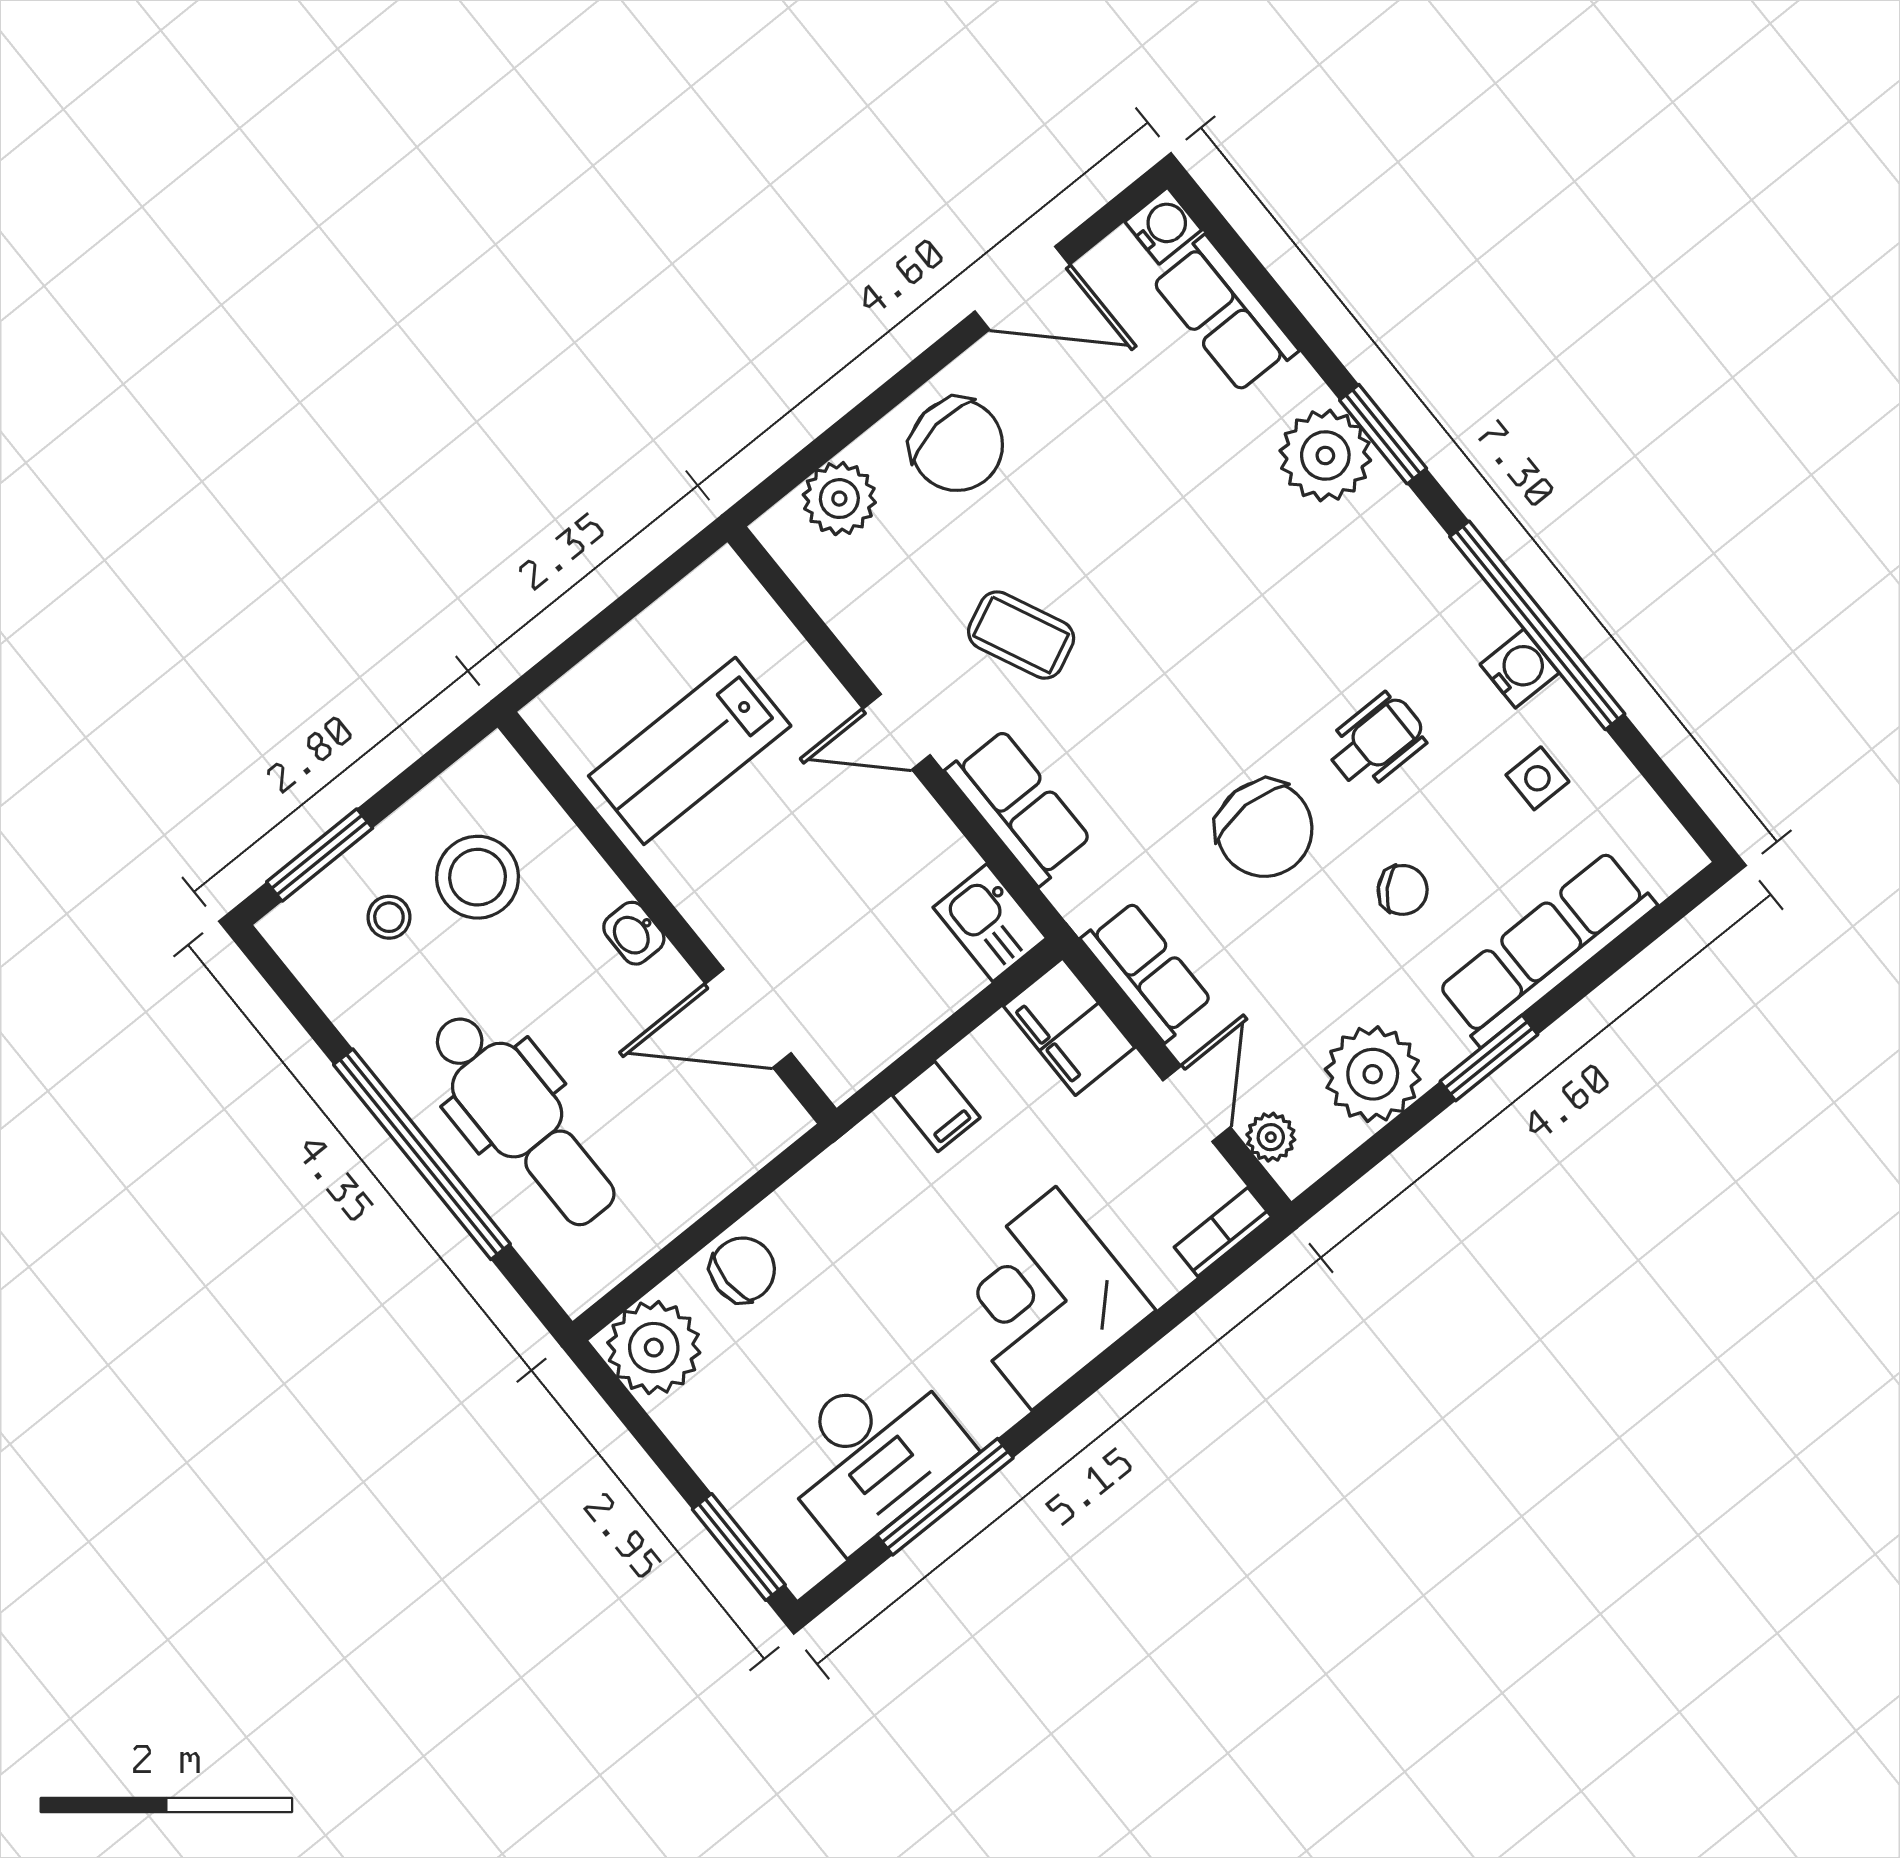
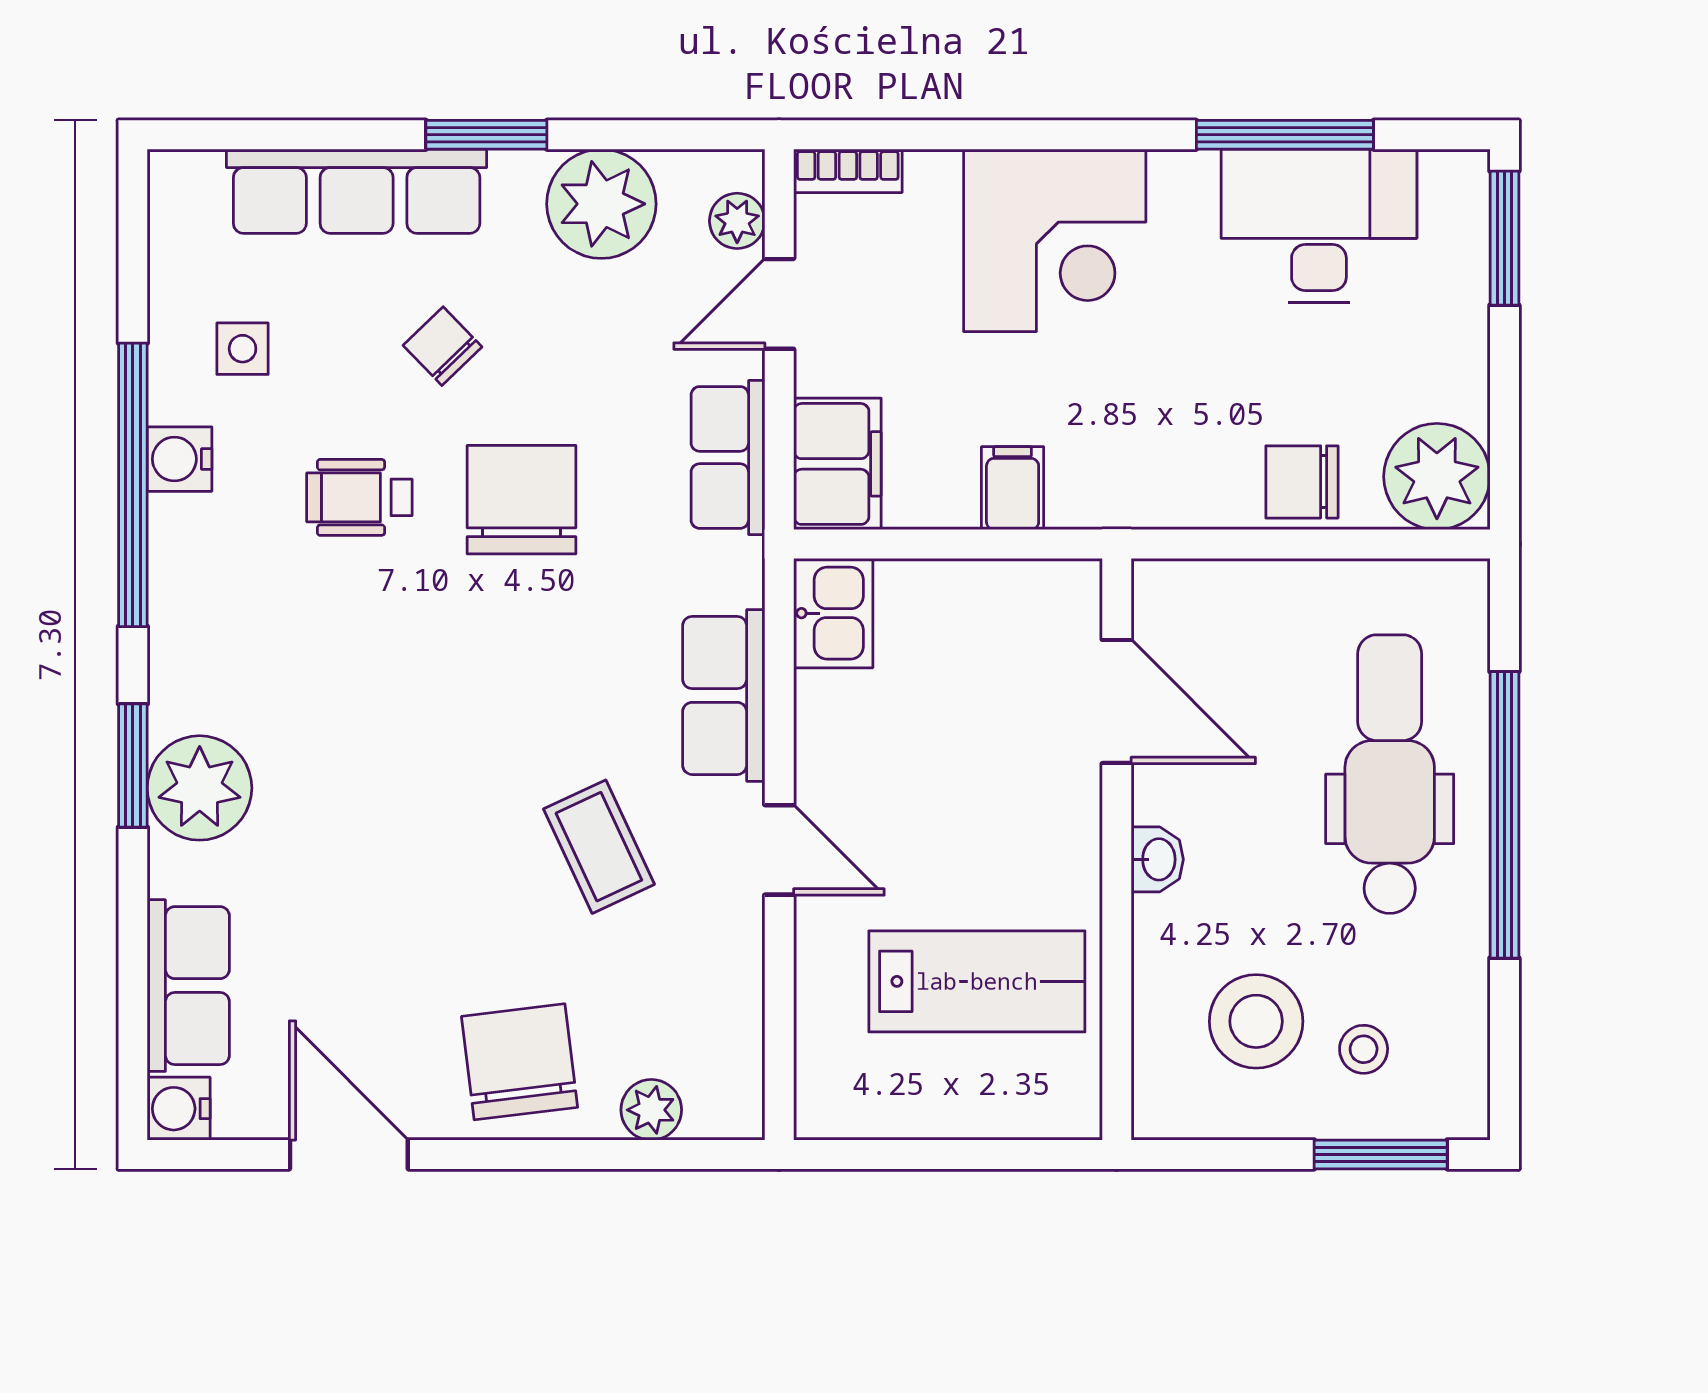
plant: (839, 499) -> (651, 1110), width x0.73, depth x0.73

